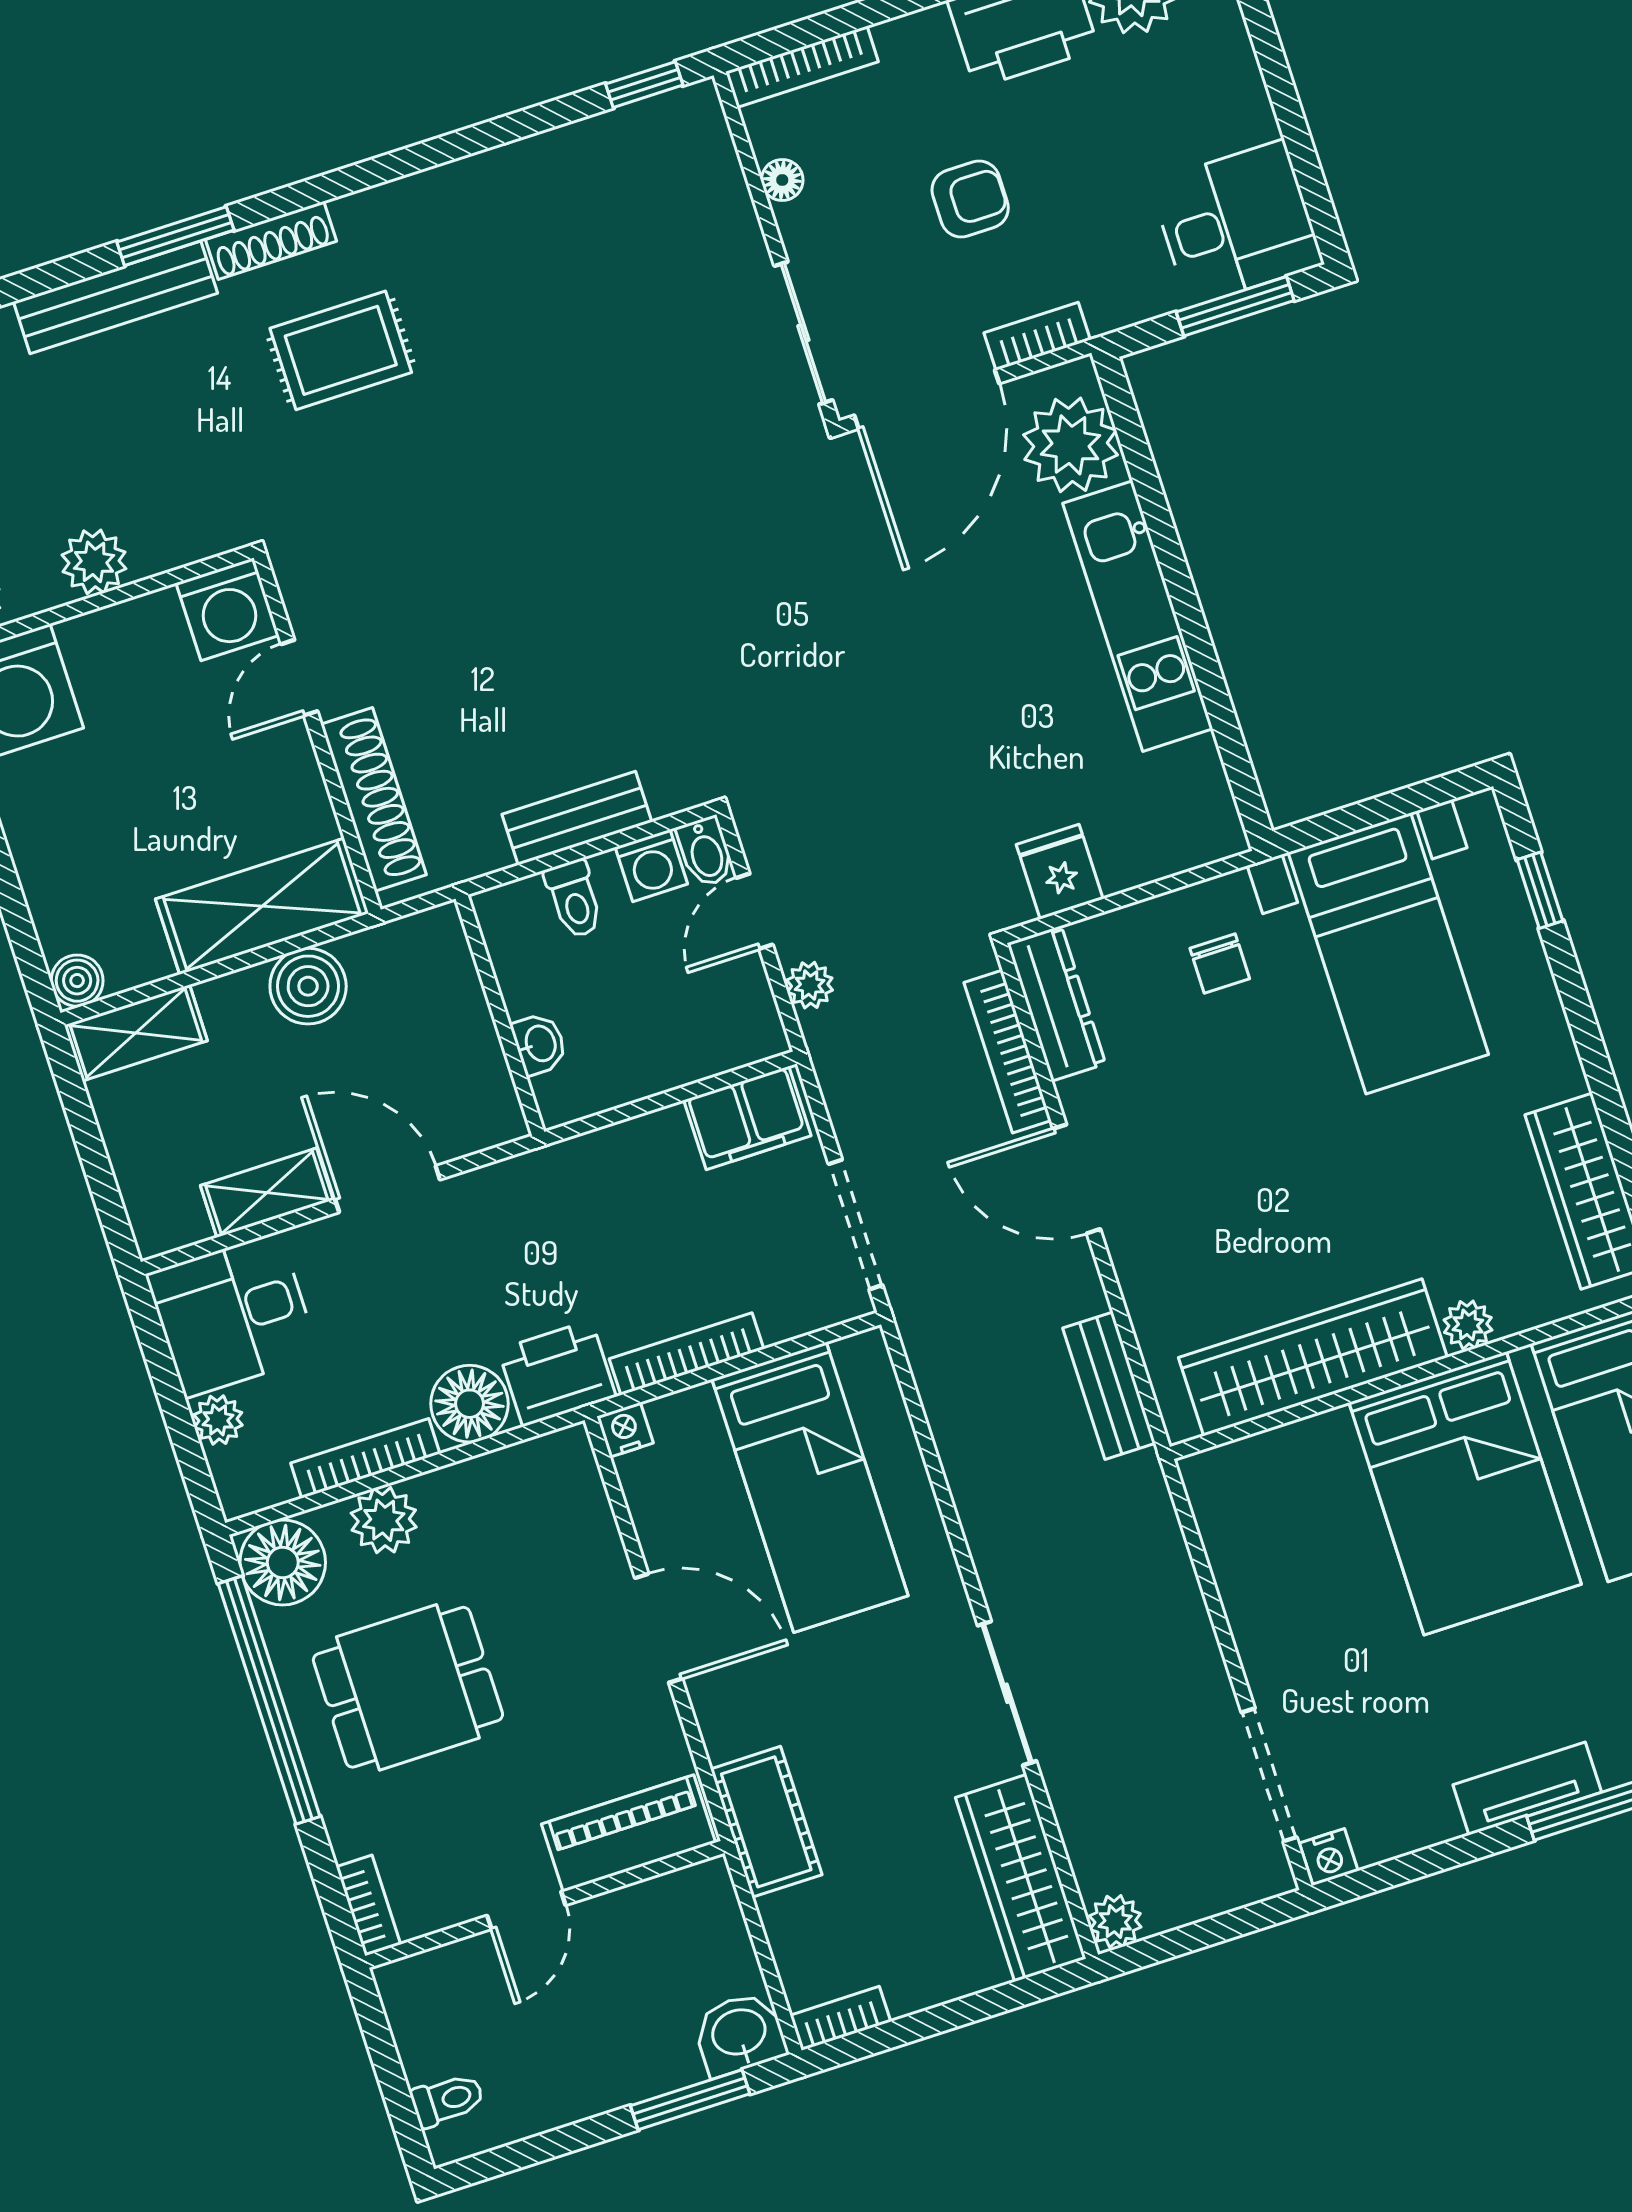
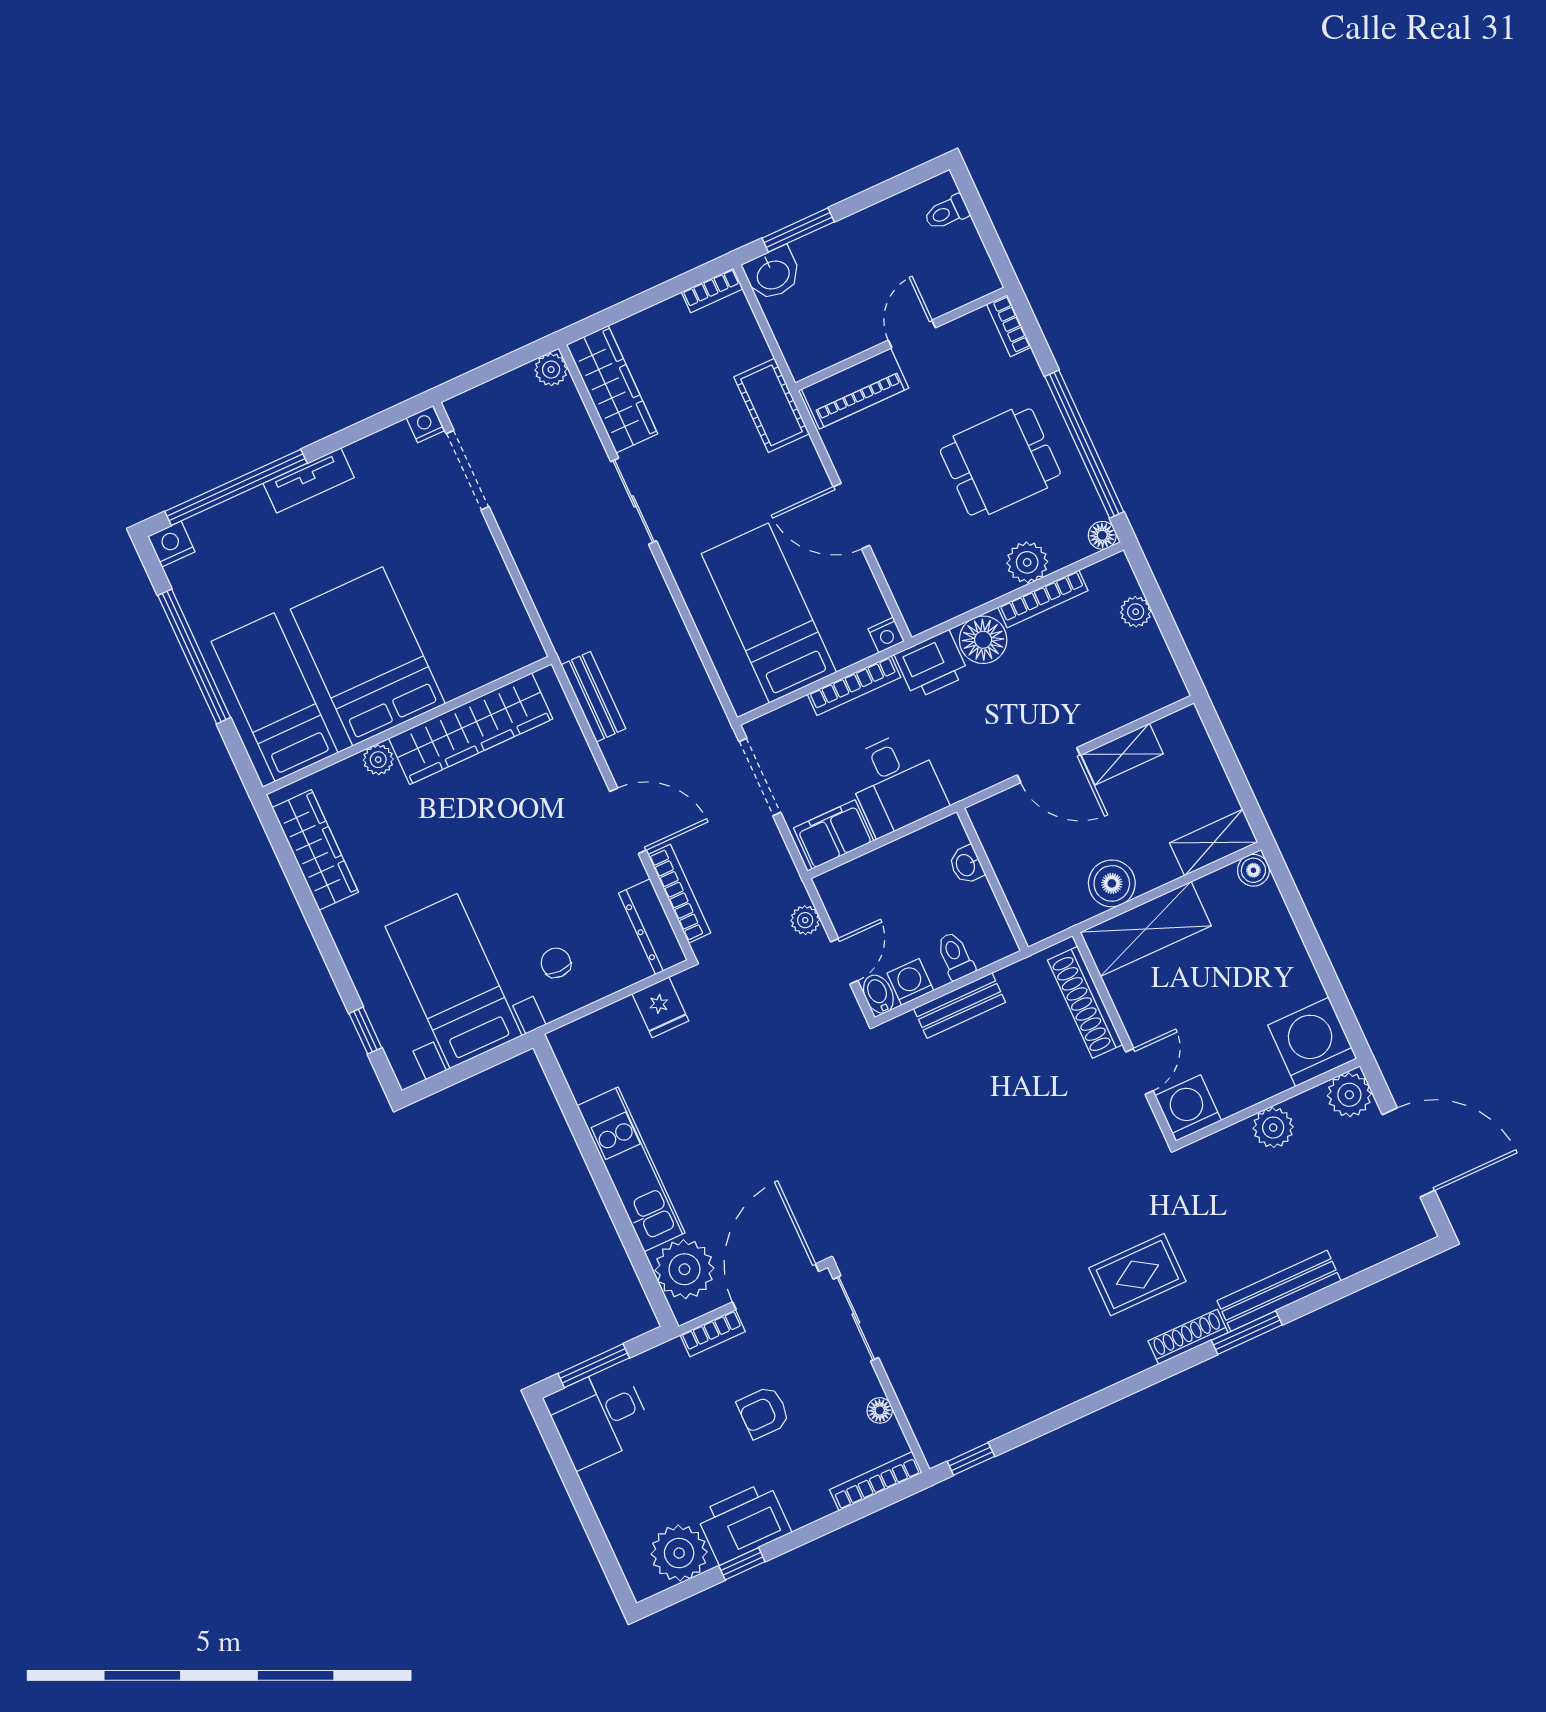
desk: (232, 1315) -> (895, 783), moved, turned 90
floor lamp: (283, 1562) -> (1102, 535), width x0.53, depth x0.53

